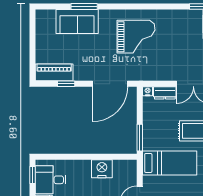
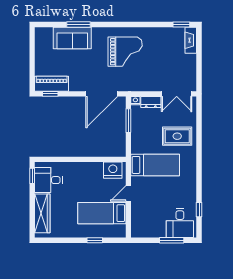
window: (66, 84) -> (50, 94), moved
window: (140, 138) -> (128, 121), moved
nightstand: (102, 169) -> (113, 170), moved

